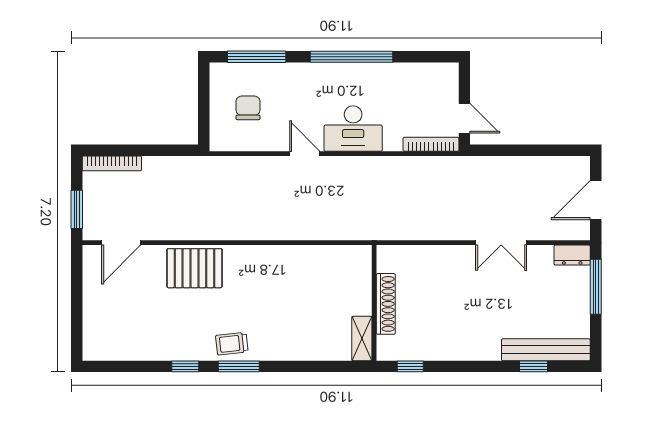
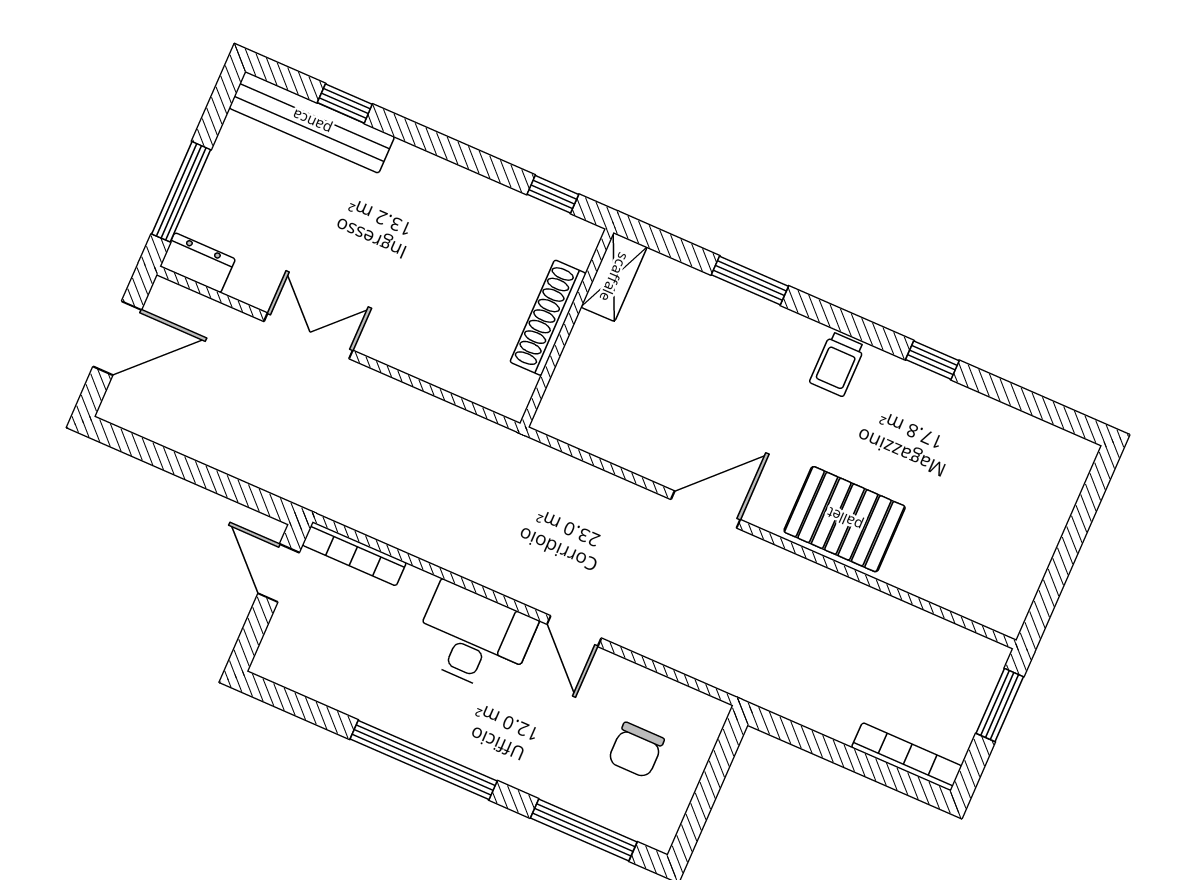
door: (121, 243) -> (706, 509), moved
trolley: (232, 344) -> (837, 364), turned 96
window: (239, 366) -> (750, 280), moved

